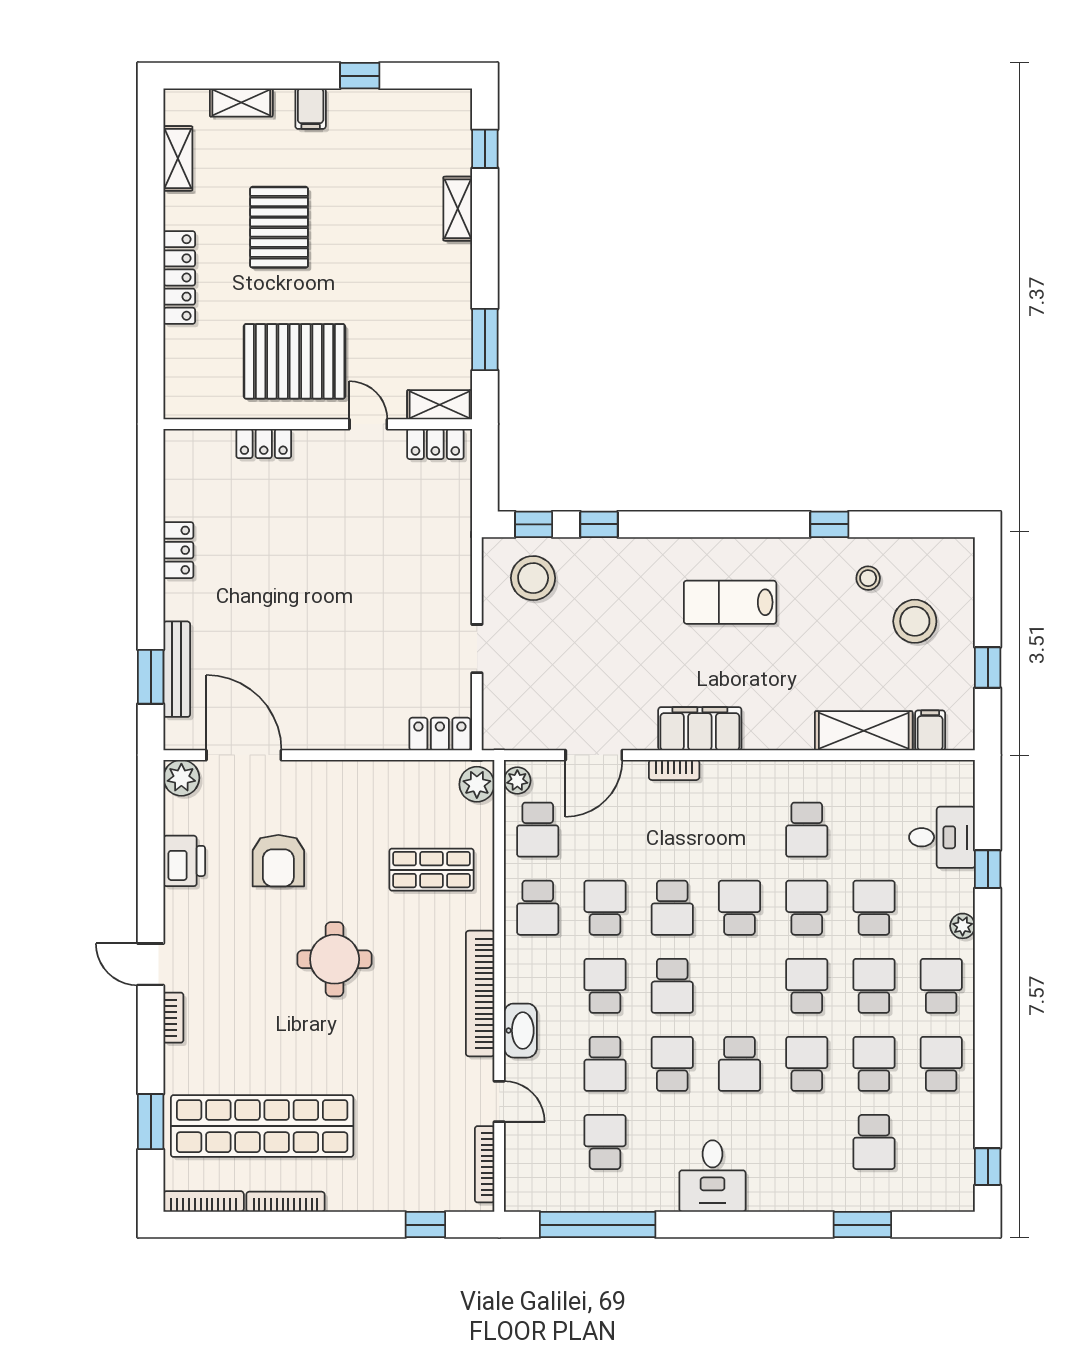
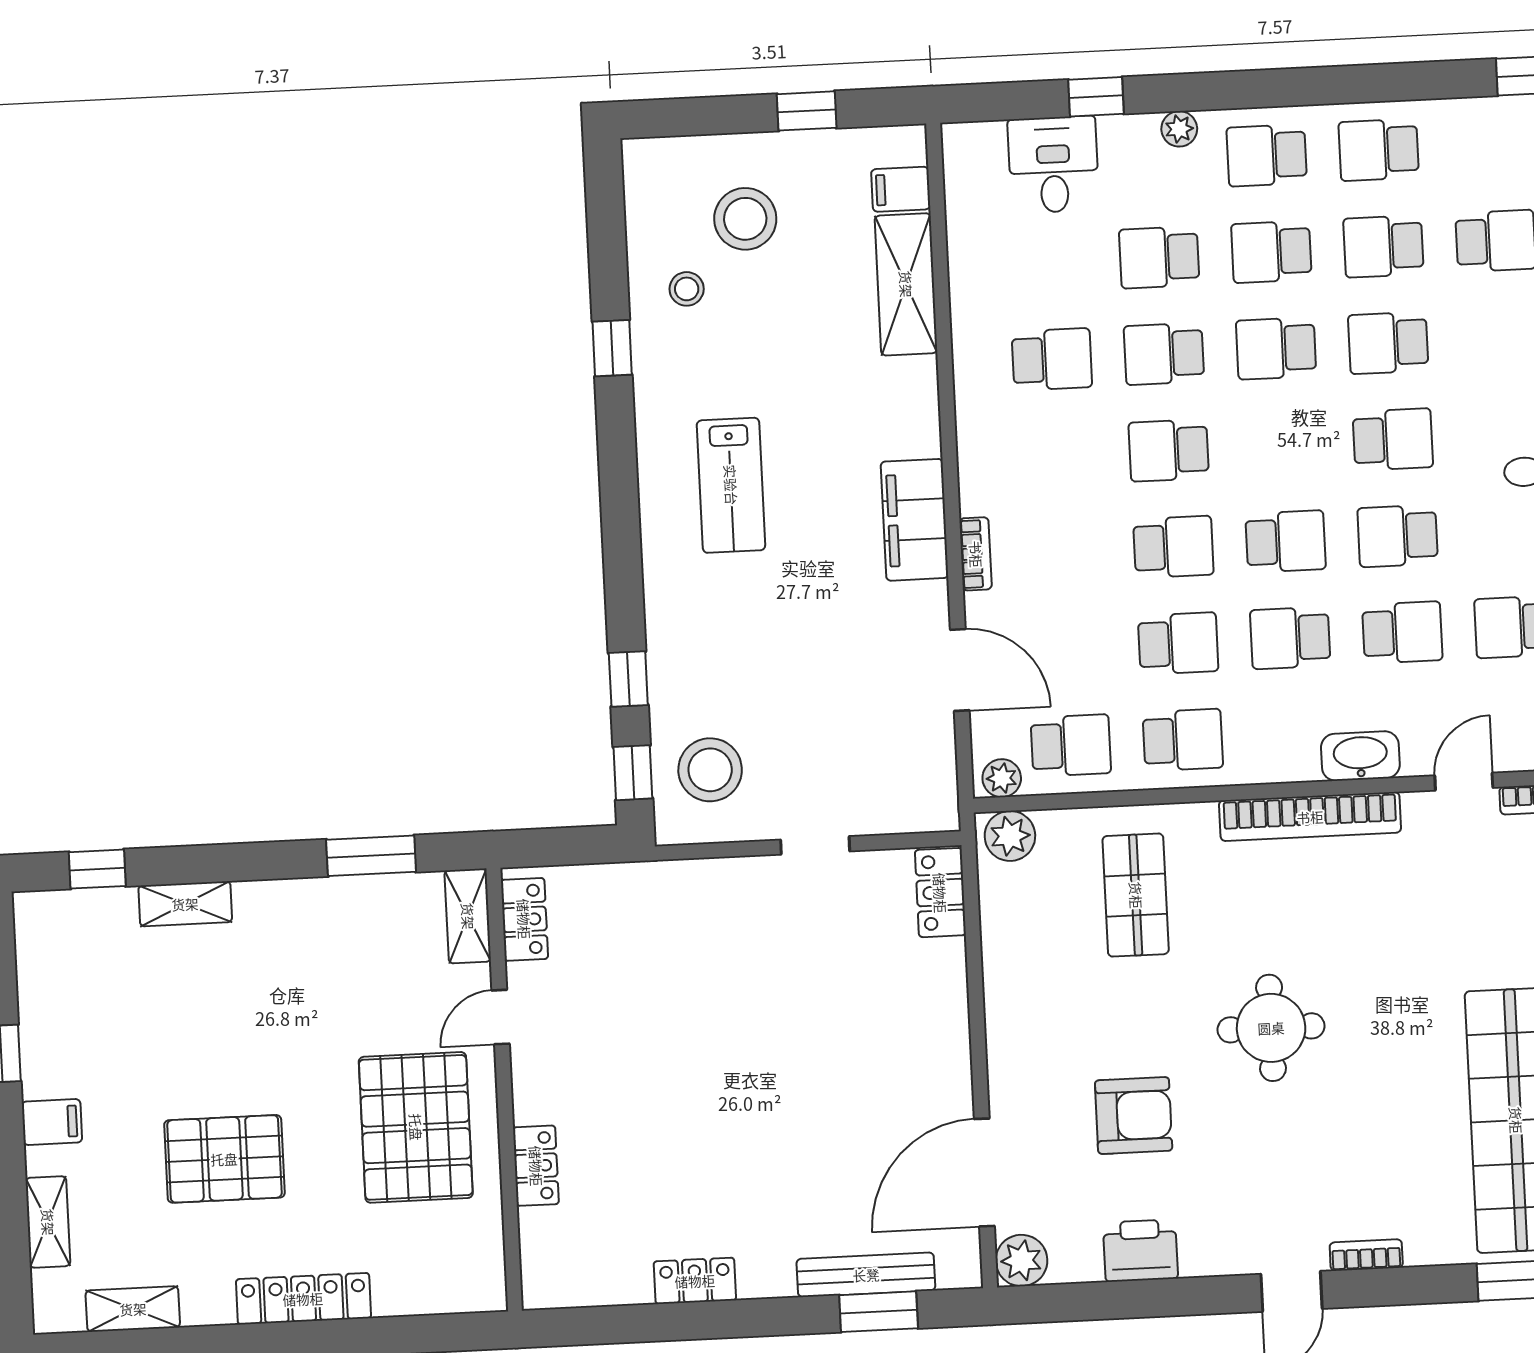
school desk: (605, 908) -> (1178, 643), turned 180

